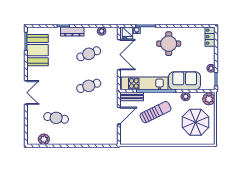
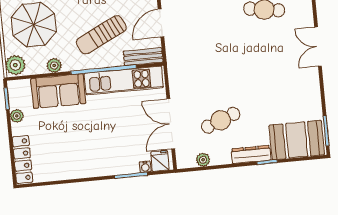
locker: (210, 37) -> (22, 159), width x1.53
round table: (169, 44) -> (90, 150), removed
booth: (38, 50) -> (297, 140), moved, turned 90
cafe table: (89, 86) -> (216, 68), removed

